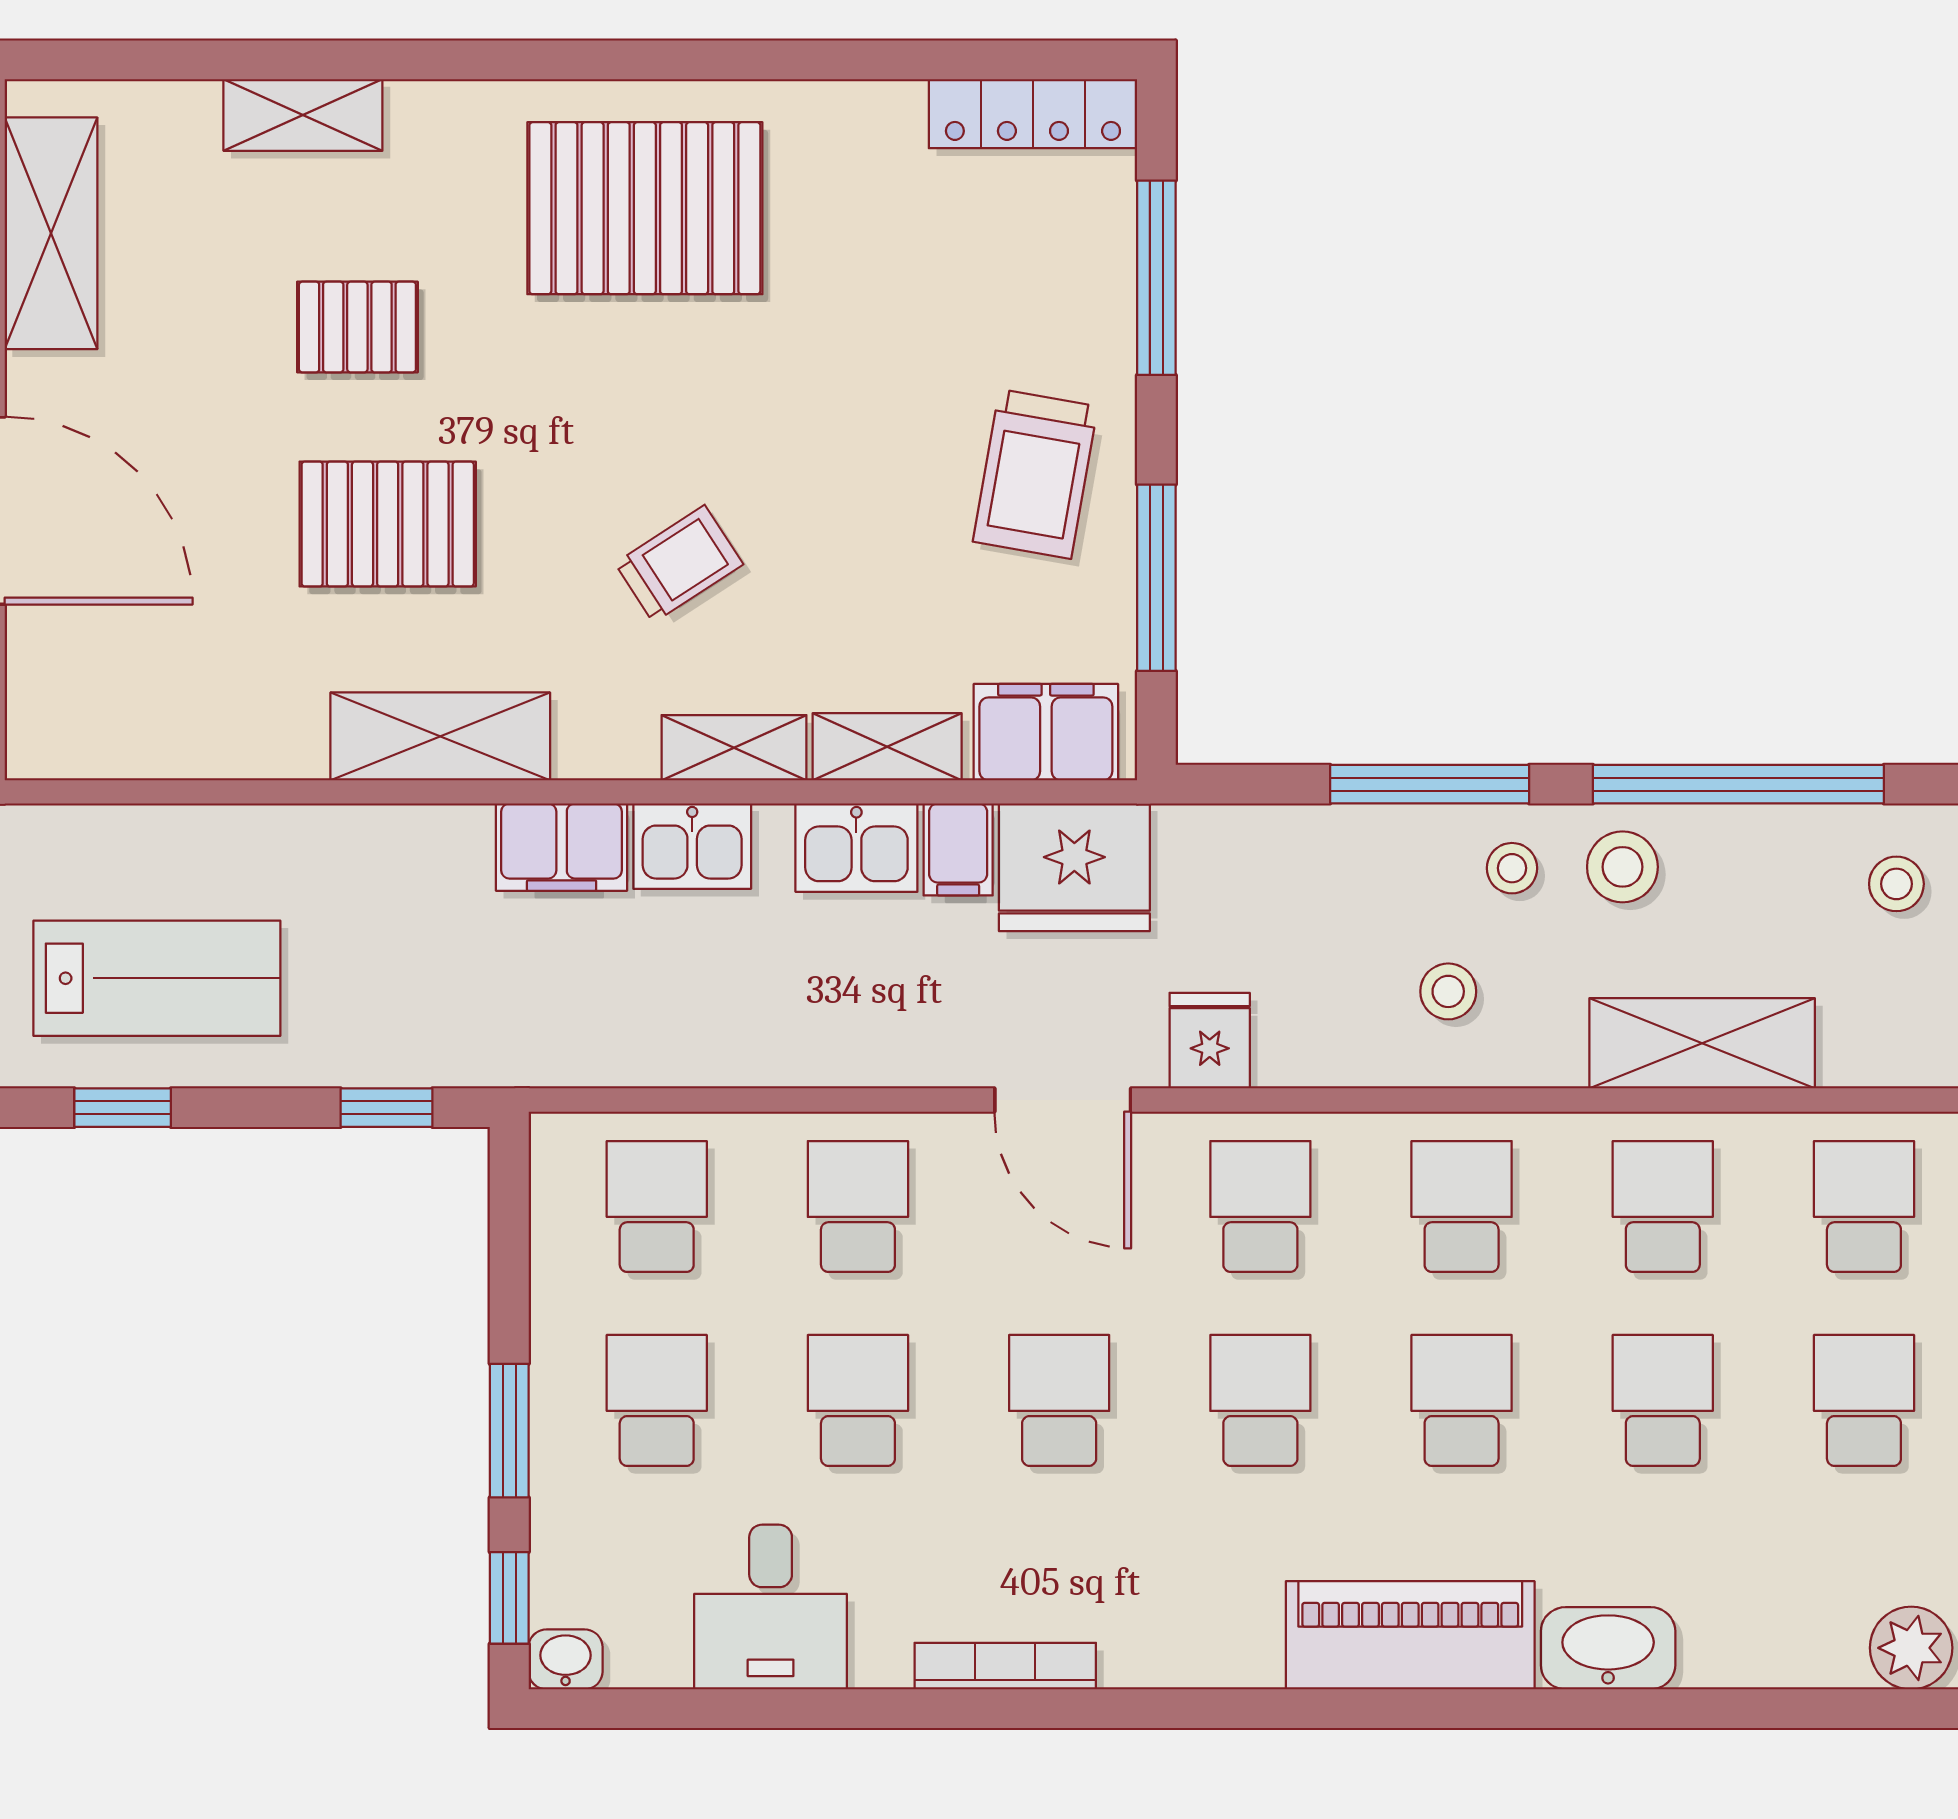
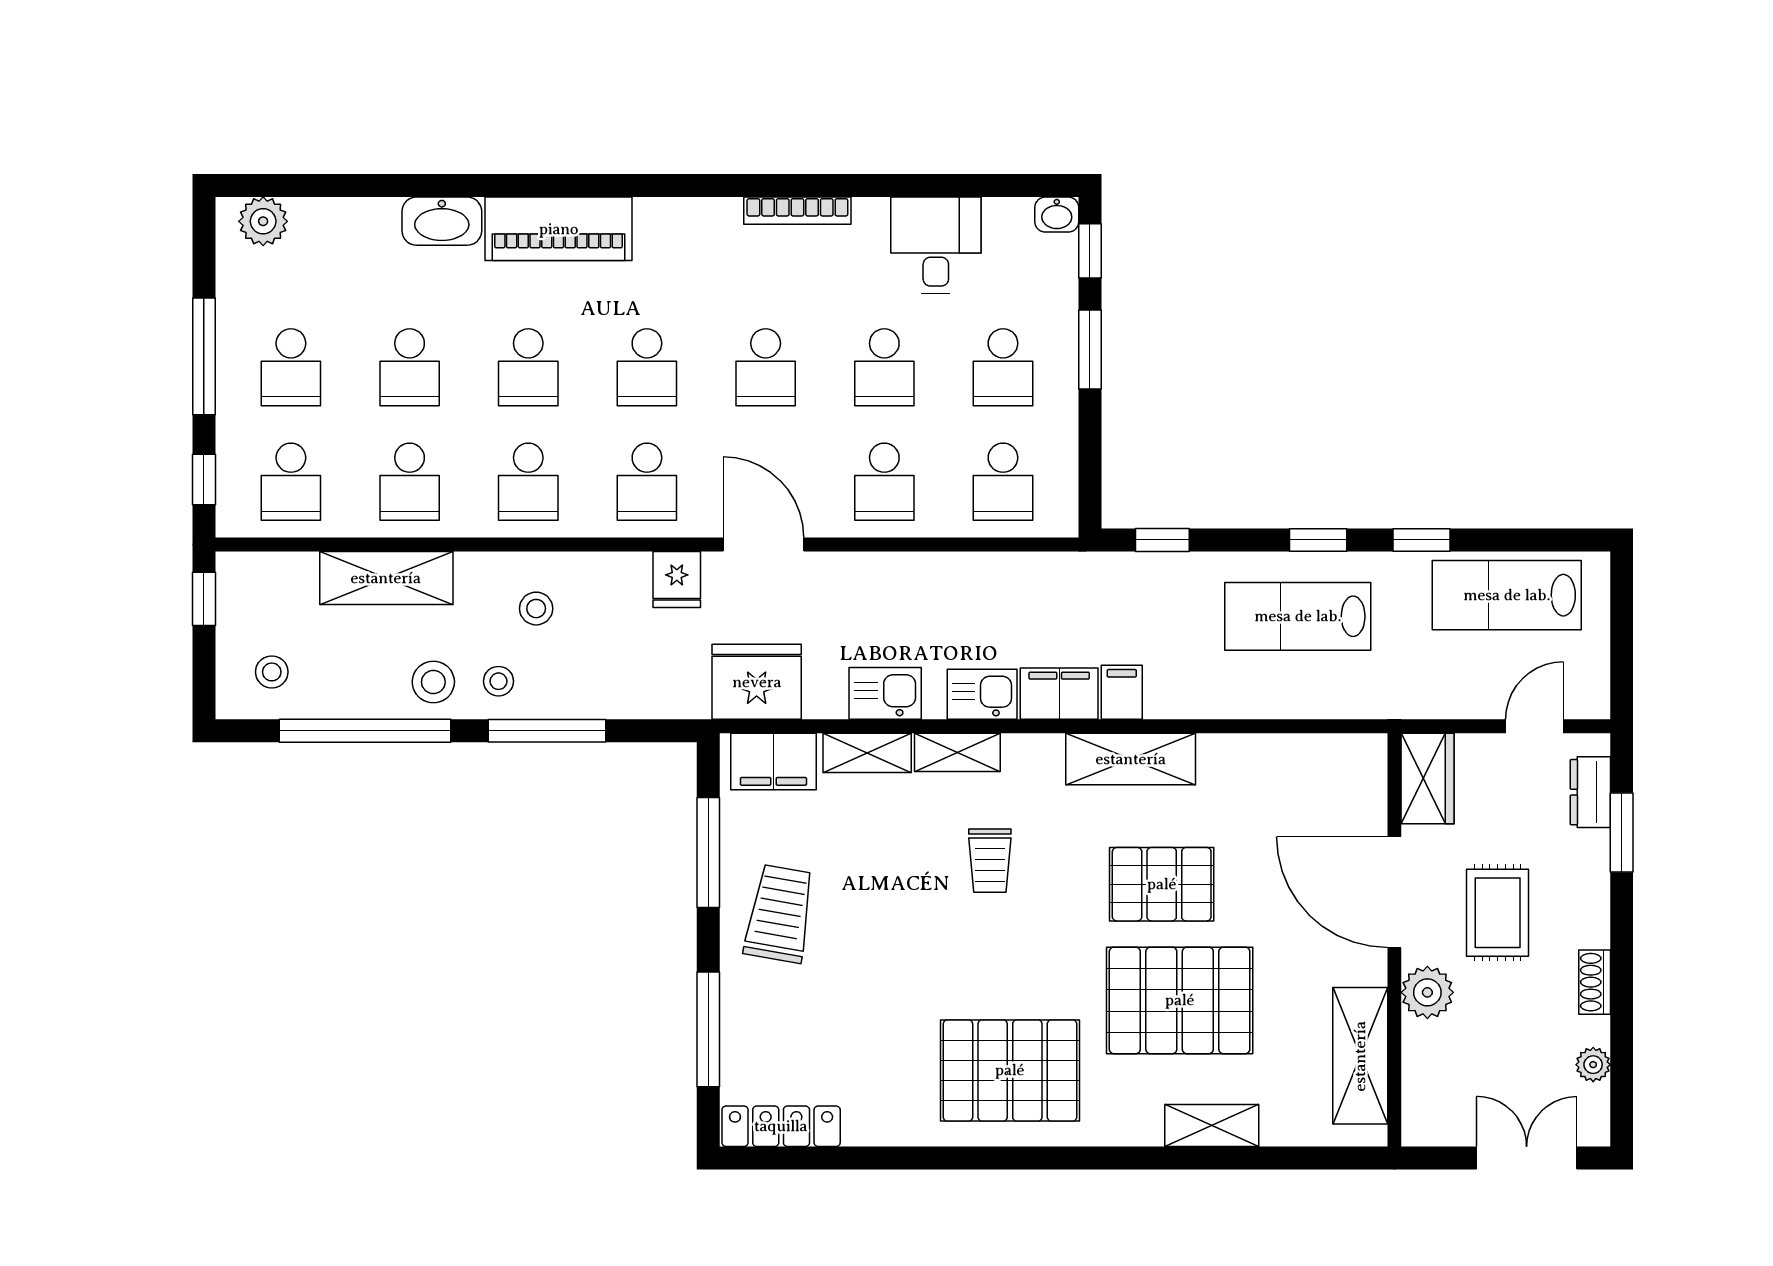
pallet: (357, 327) -> (1180, 1000), width x2.05, depth x2.00
trolley: (679, 564) -> (990, 861), turned -57
filing cabinet: (958, 849) -> (1122, 692), moved

